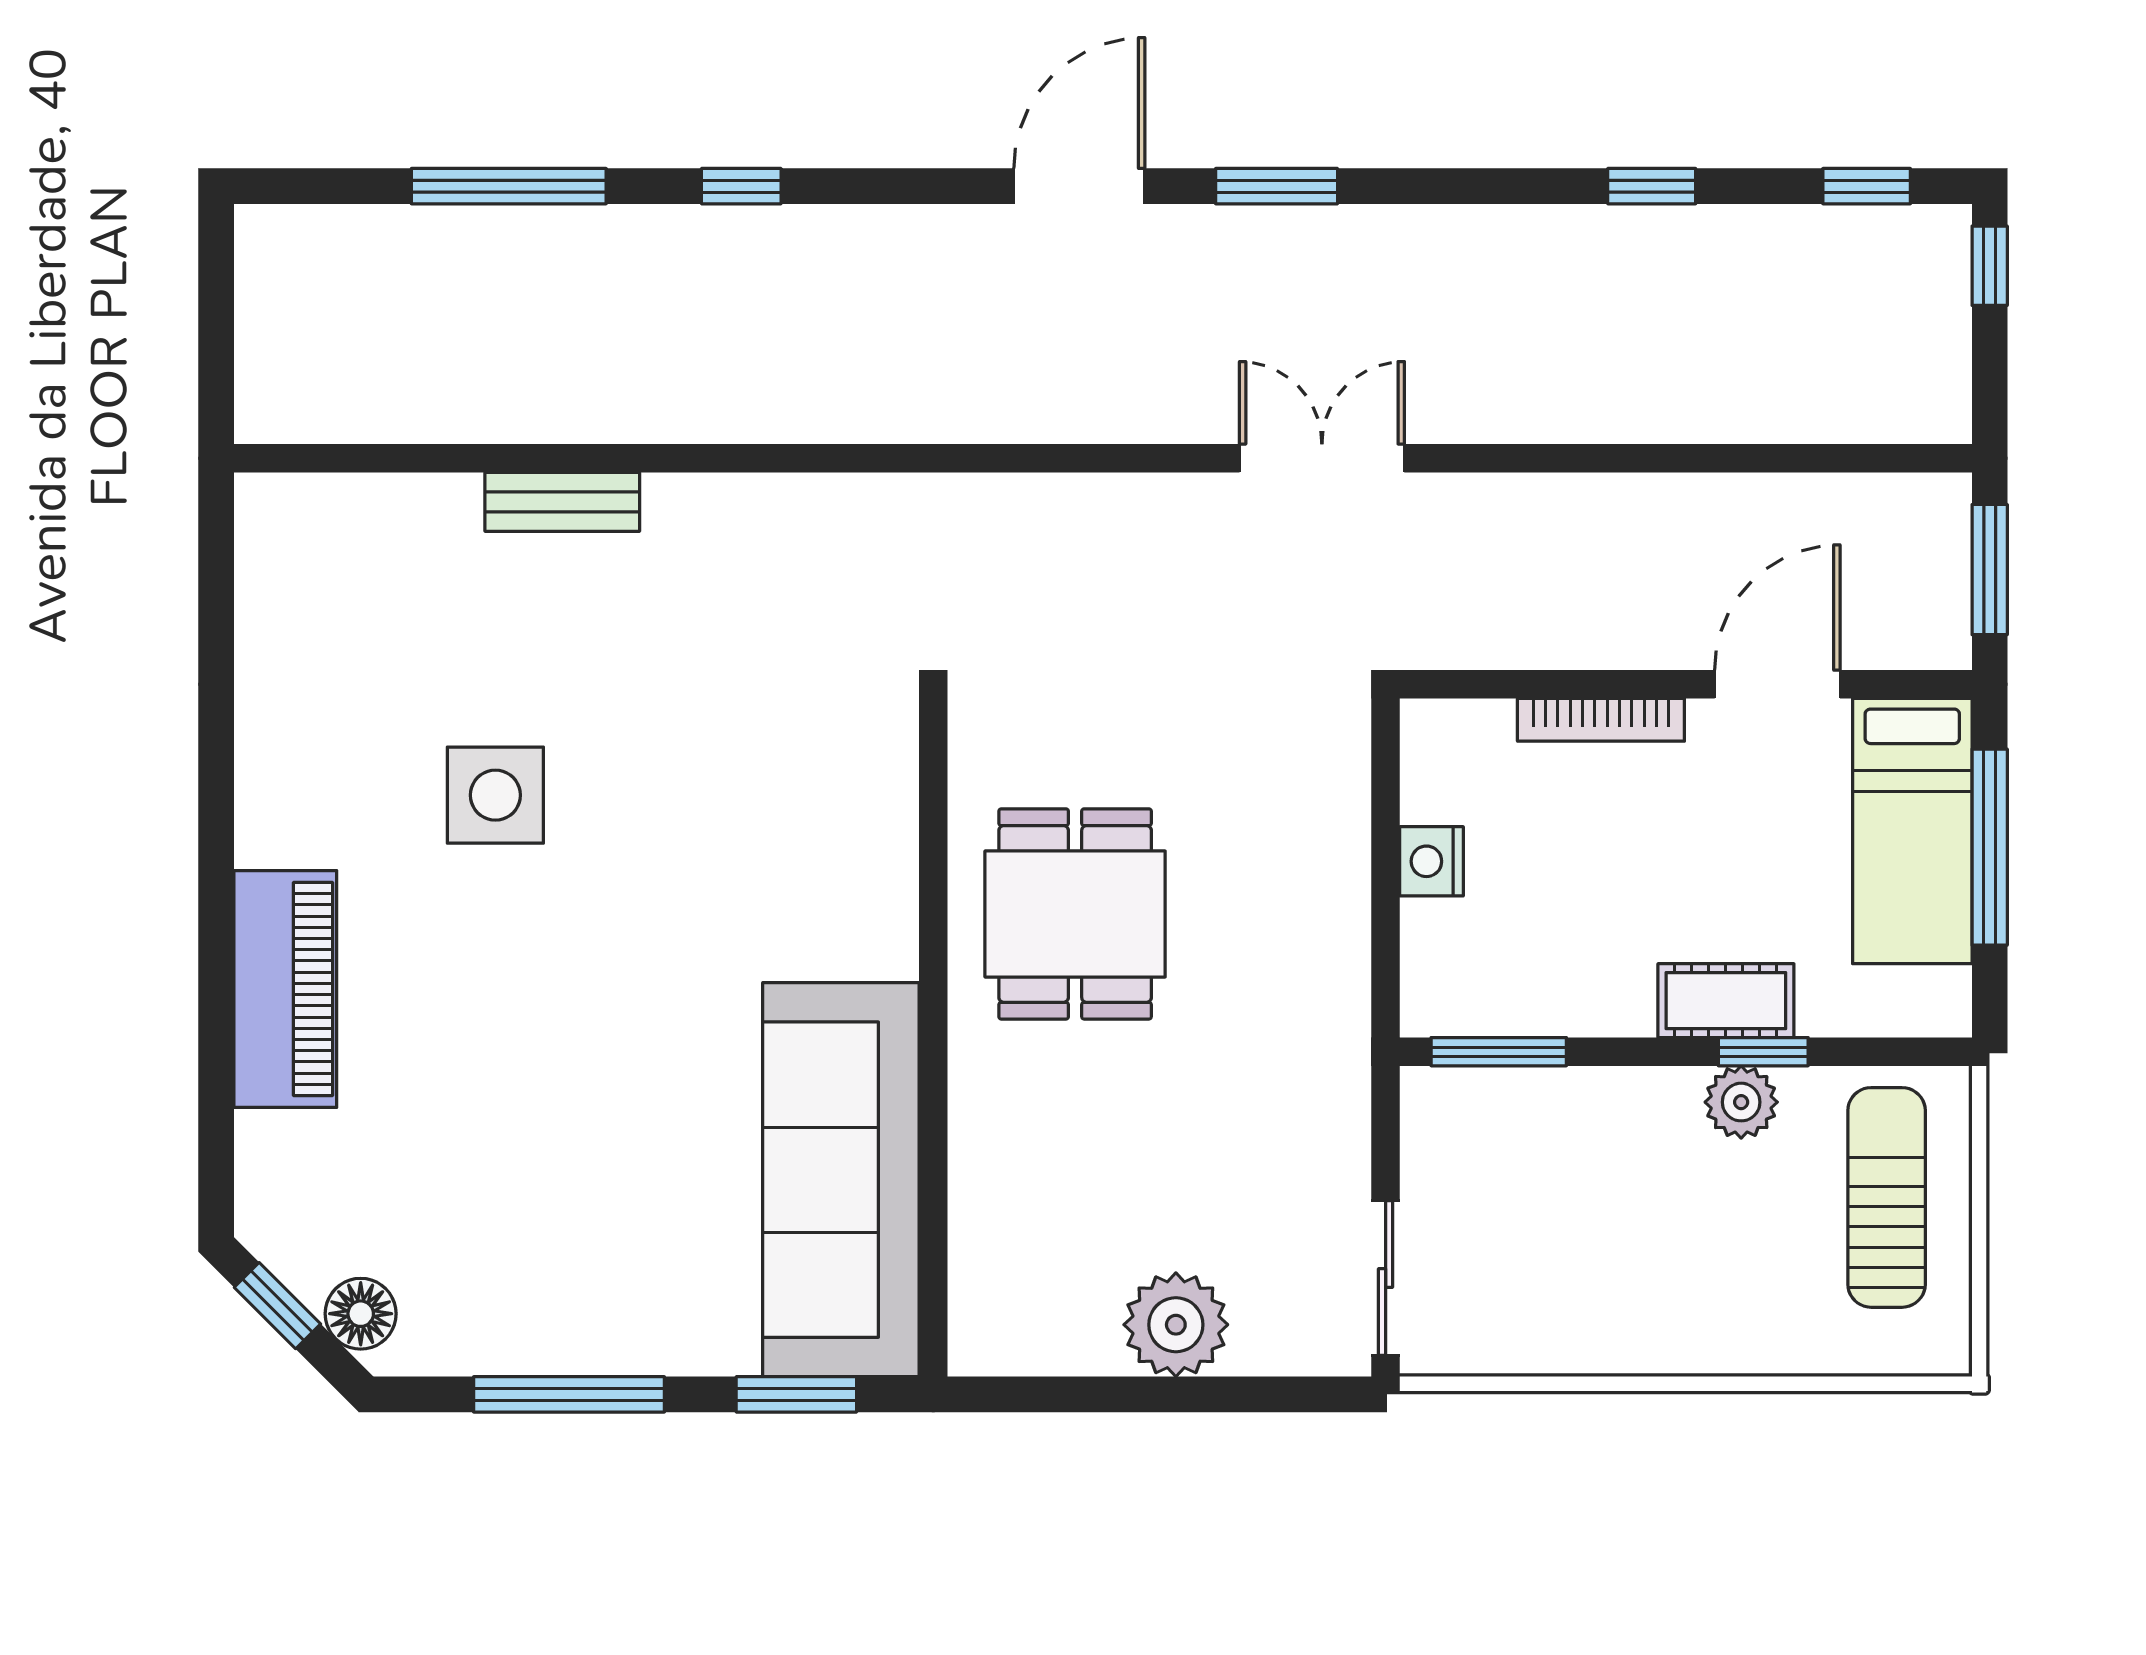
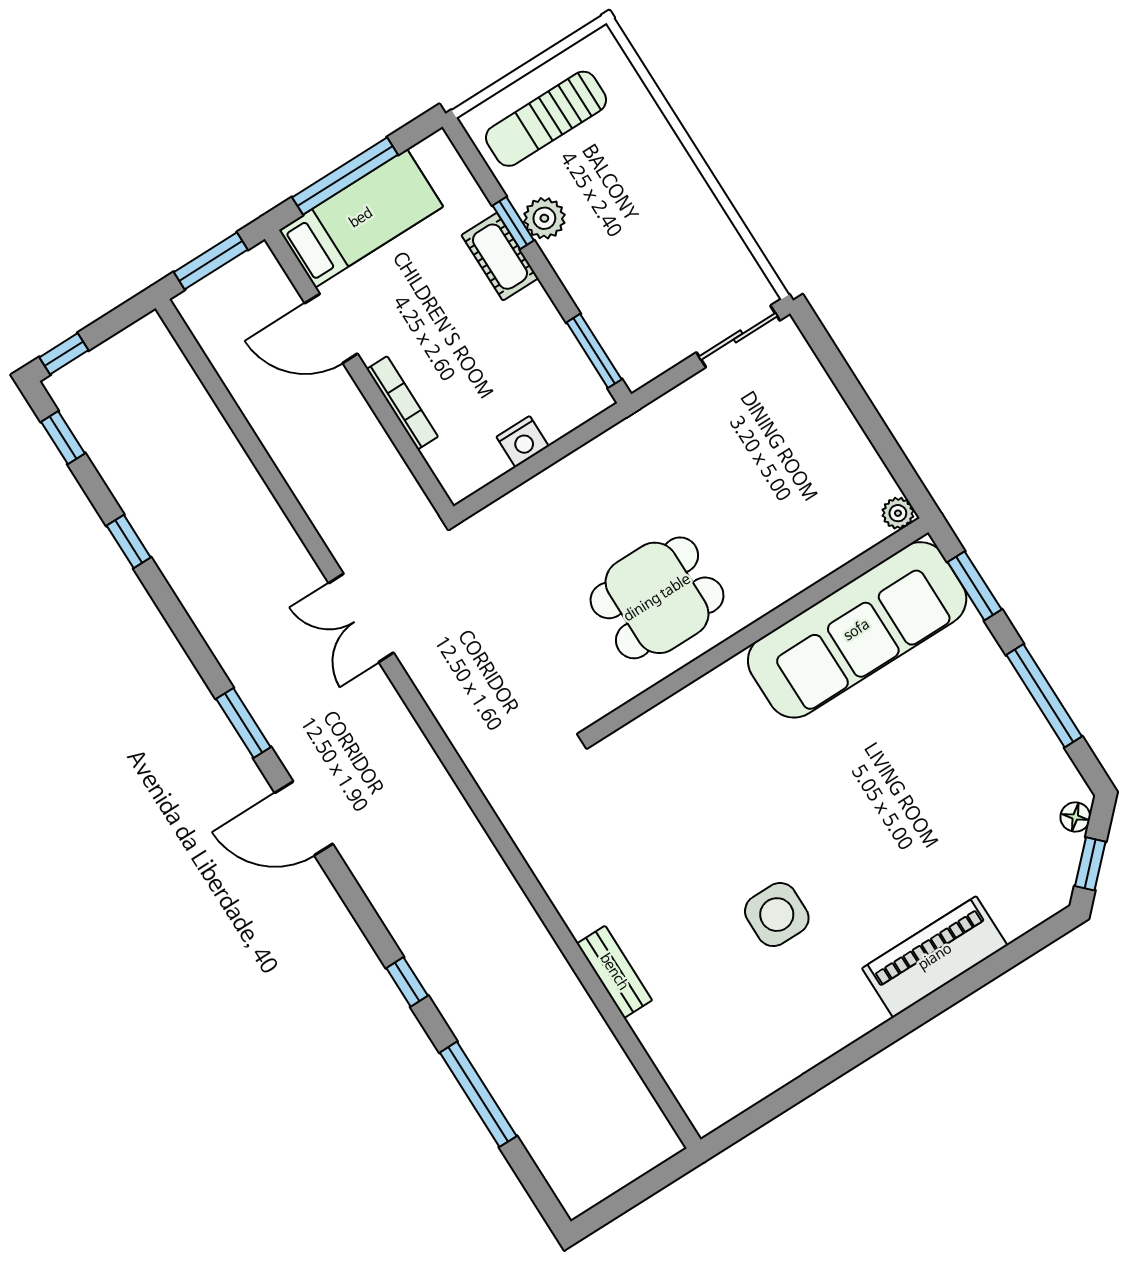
floor lamp: (361, 1314) -> (1075, 817), width x0.73, depth x0.73
plant: (1176, 1325) -> (898, 513), moved, width x0.53, depth x0.53

